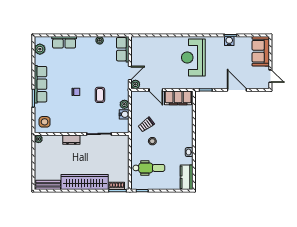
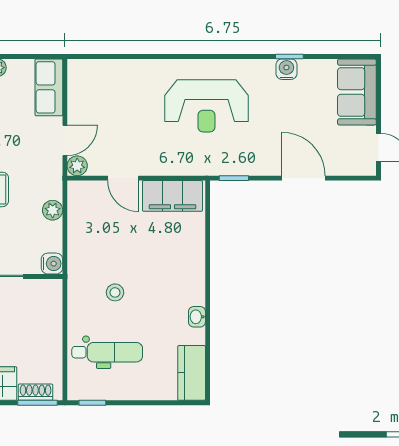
reception desk: (193, 57) -> (206, 106), turned -90
water cooler: (124, 114) -> (52, 264), moved
trolley: (146, 125) -> (101, 256), removed

